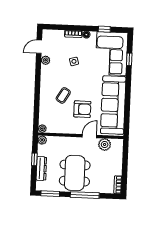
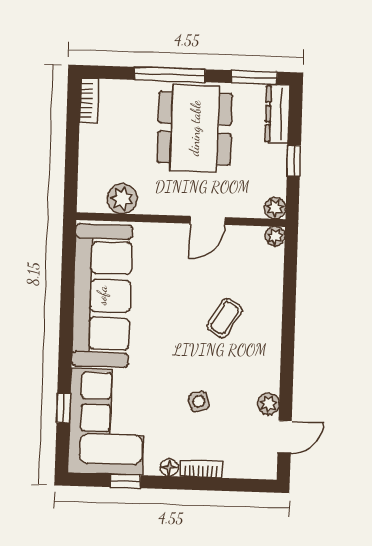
armchair: (82, 109) -> (177, 285), removed
door: (89, 136) -> (208, 220), moved
dresser: (41, 169) -> (277, 114), moved

